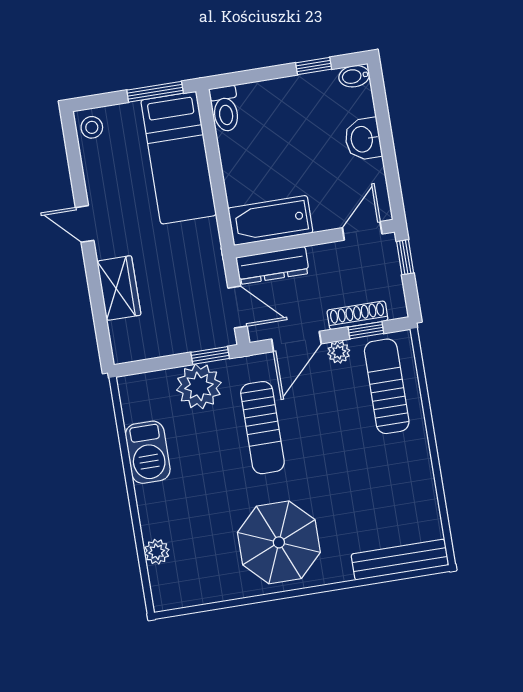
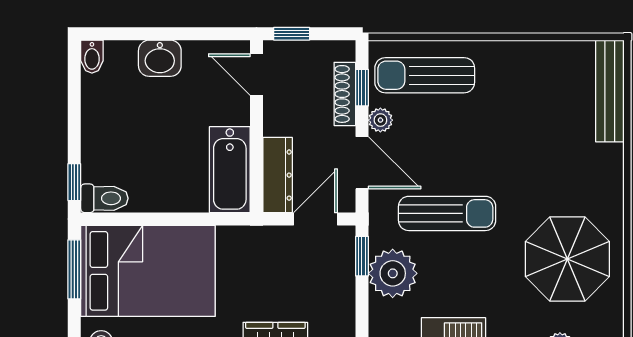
window: (314, 66) -> (74, 182), moved
bed: (179, 158) -> (148, 271), width x1.50
parasol: (279, 542) -> (567, 259), moved

